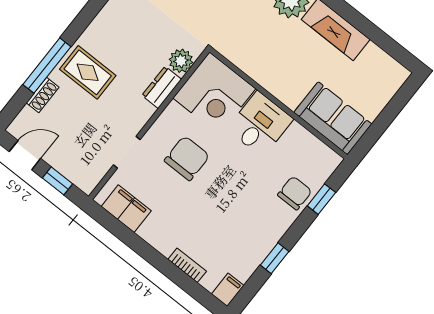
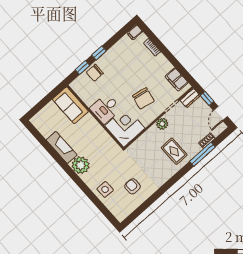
plant: (181, 61) -> (162, 124), moved
rug: (88, 72) -> (174, 151), moved
dresser: (162, 87) -> (190, 98), moved
door: (25, 155) -> (220, 113), hinge flipped
chair: (187, 158) -> (143, 98), turned -79
window: (275, 258) -> (99, 53), moved

